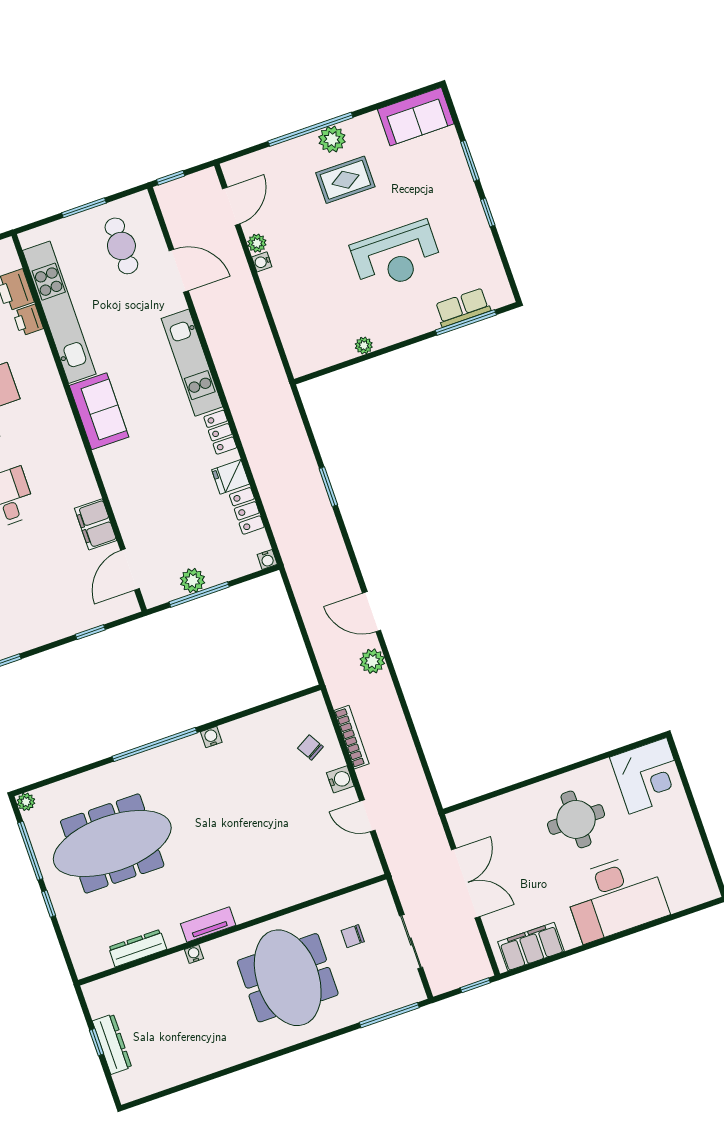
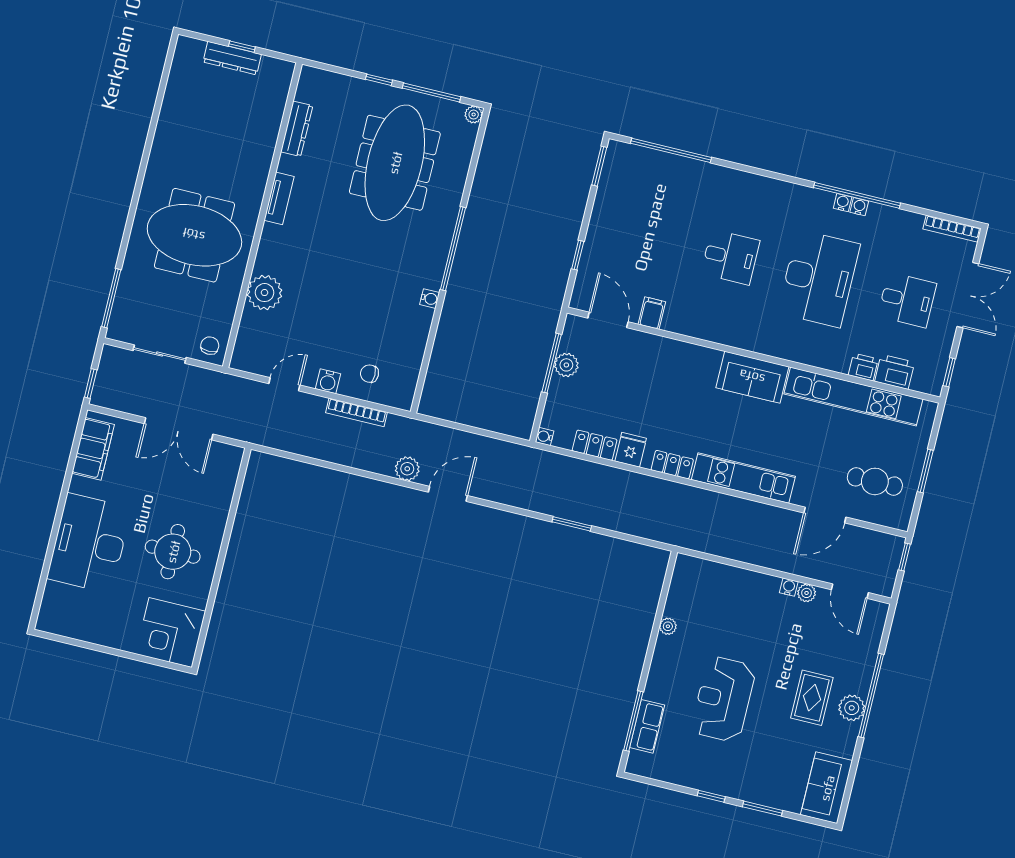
filing cabinet: (96, 524) -> (652, 313), width x0.50
chair: (310, 747) -> (370, 374), turned -150
plant: (298, 884) -> (265, 293), added
chair: (353, 936) -> (210, 346), moved
water cooler: (194, 954) -> (263, 172), removed

